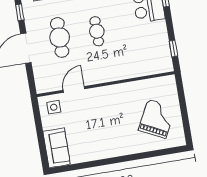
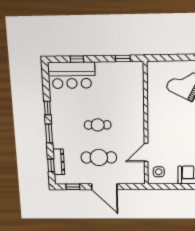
door: (74, 89) -> (146, 153), hinge flipped

